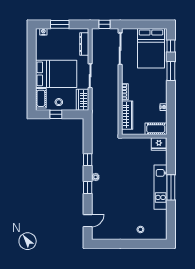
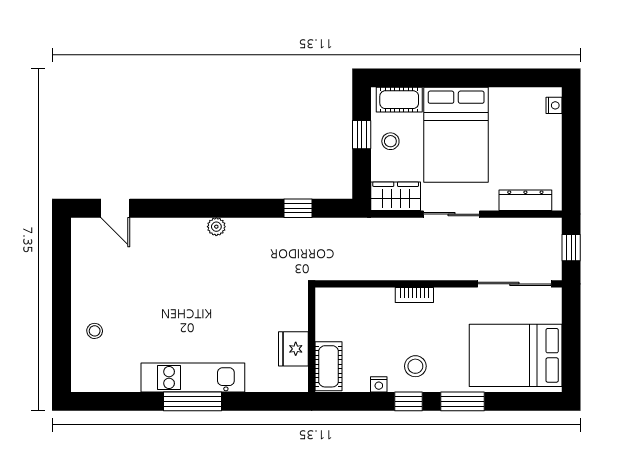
window: (60, 24) -> (571, 144), removed
window: (171, 46) -> (408, 401), moved
stool: (156, 91) -> (415, 366), added
wardrobe: (127, 115) -> (360, 300), removed
fridge: (159, 144) -> (293, 349), moved
window: (88, 160) -> (298, 208), moved
window: (88, 188) -> (192, 208), removed

